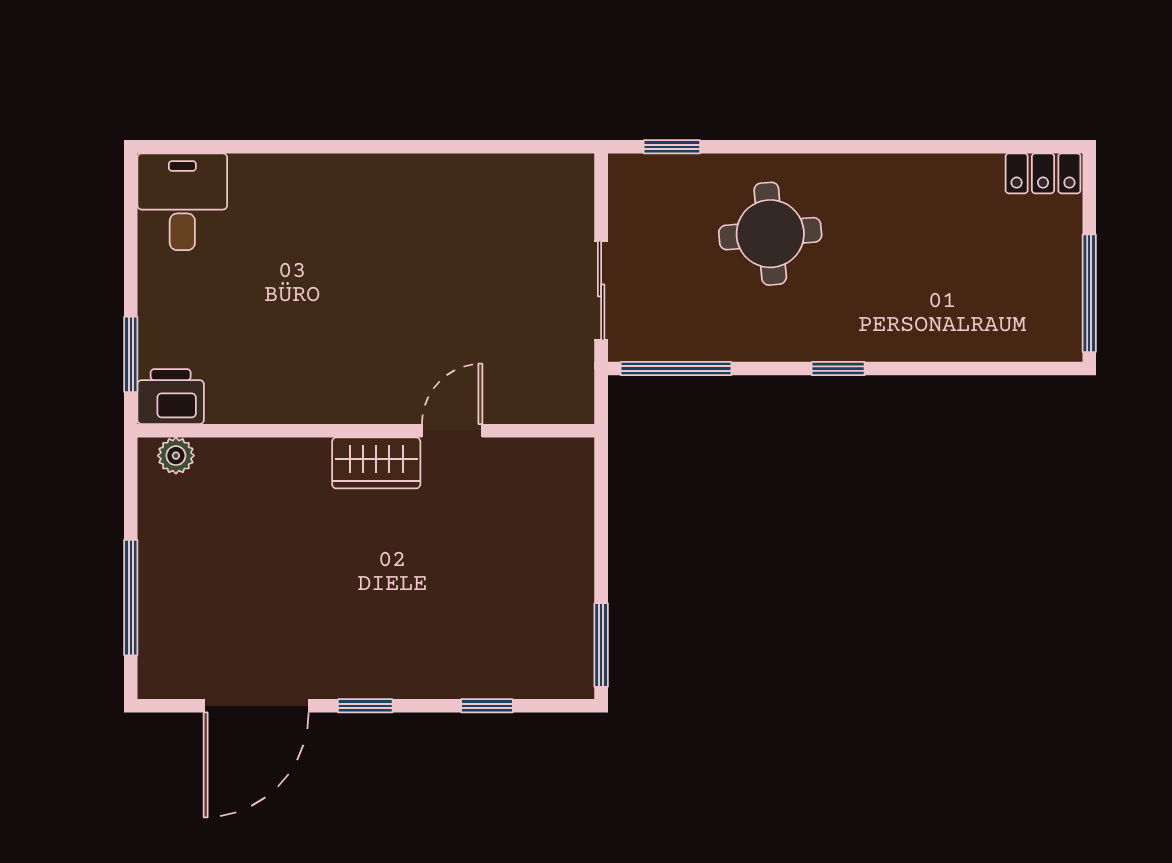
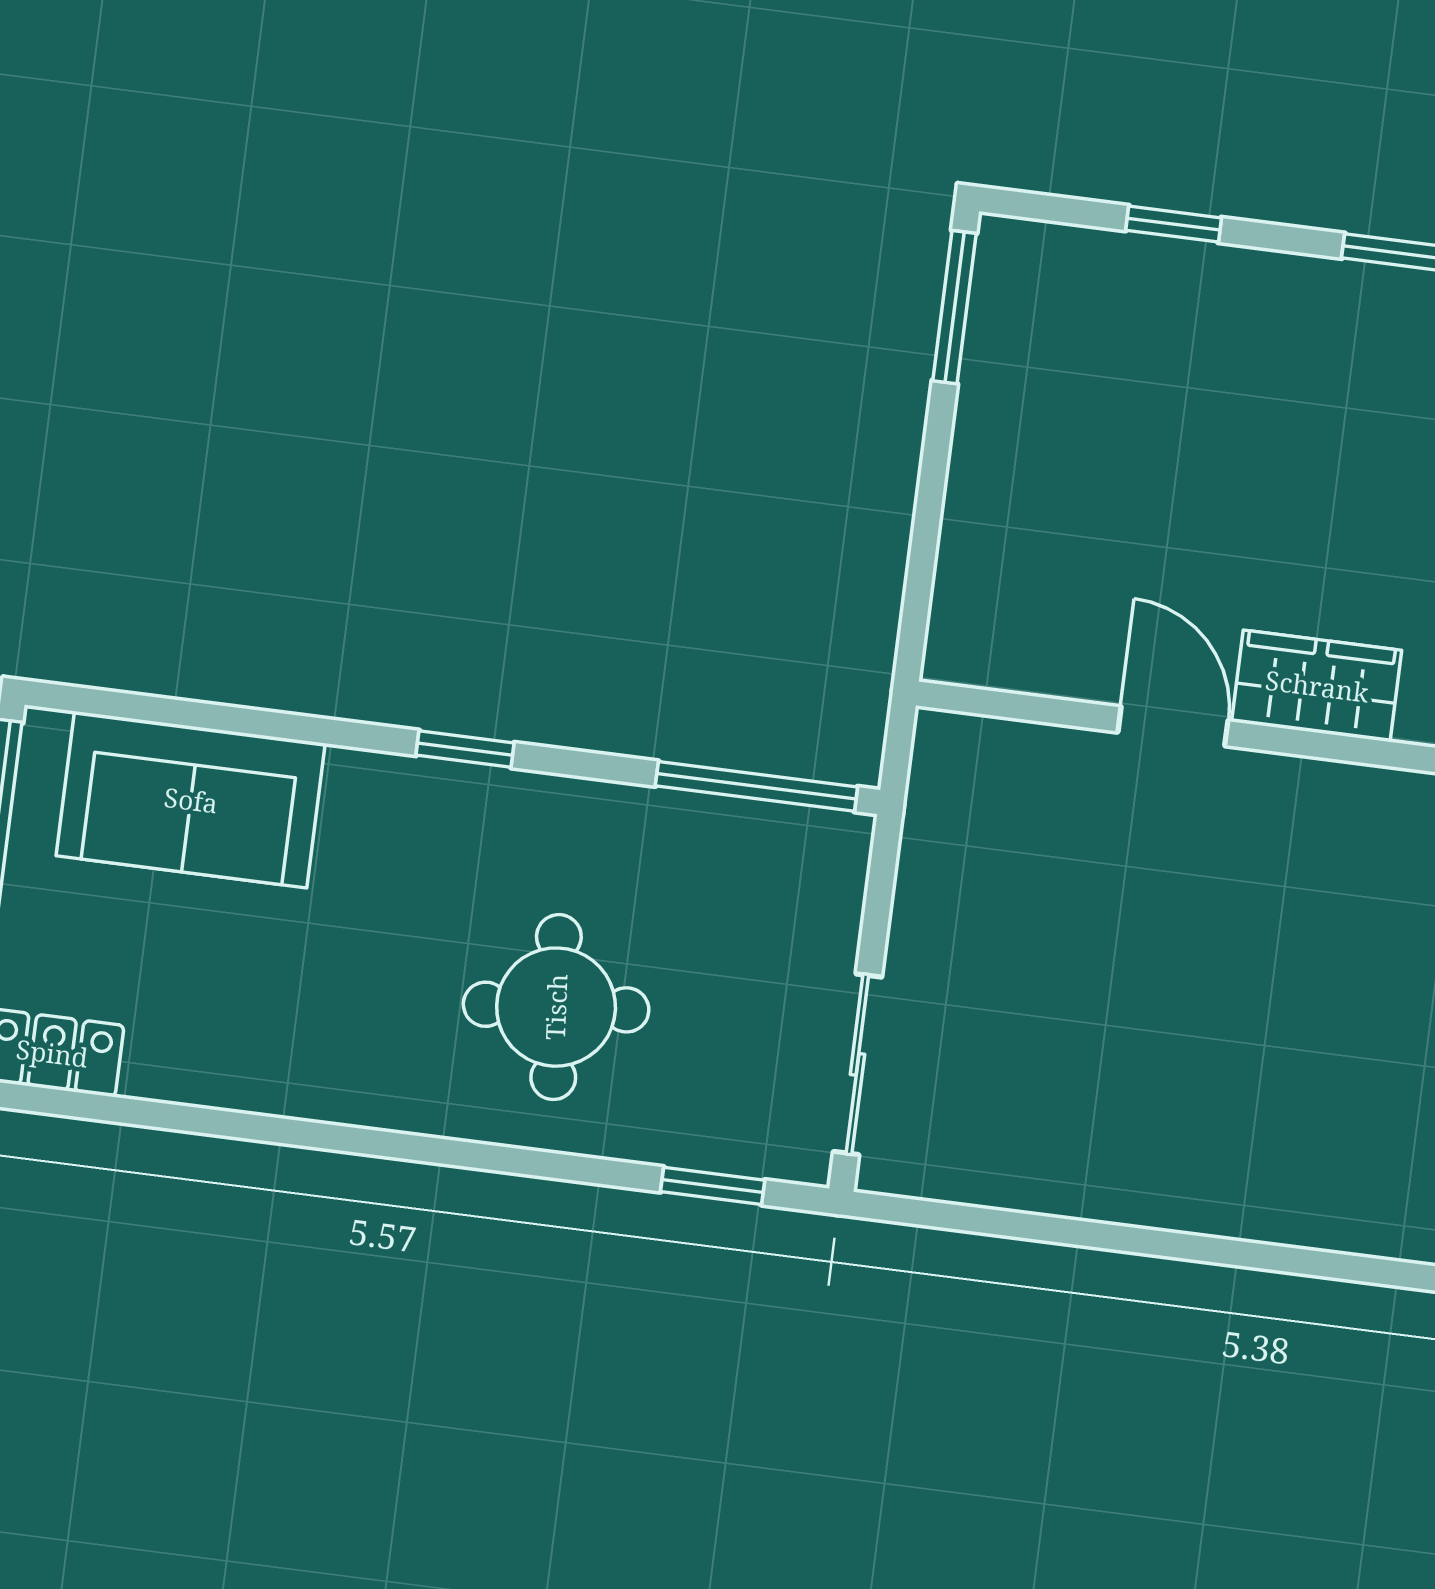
sliding door: (601, 290) -> (857, 1064), moved
sofa: (985, 322) -> (191, 800), added
door: (452, 431) -> (1173, 726), swing flipped

